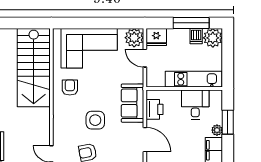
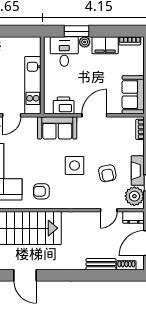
kitchen unit: (194, 79) -> (33, 85), moved
desk: (195, 104) -> (64, 51), moved, turned 90

